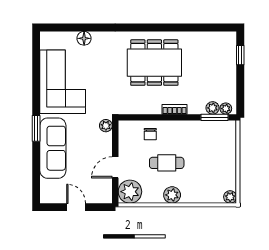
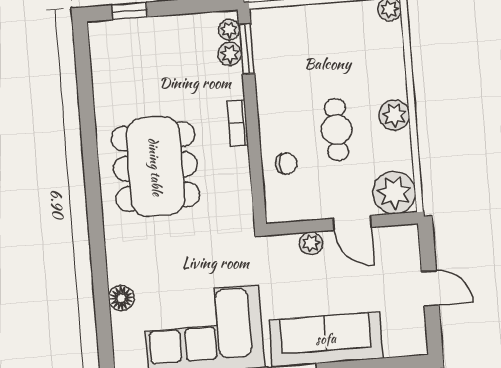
plant: (106, 126) -> (311, 243), moved
door: (76, 207) -> (430, 288), swing flipped

